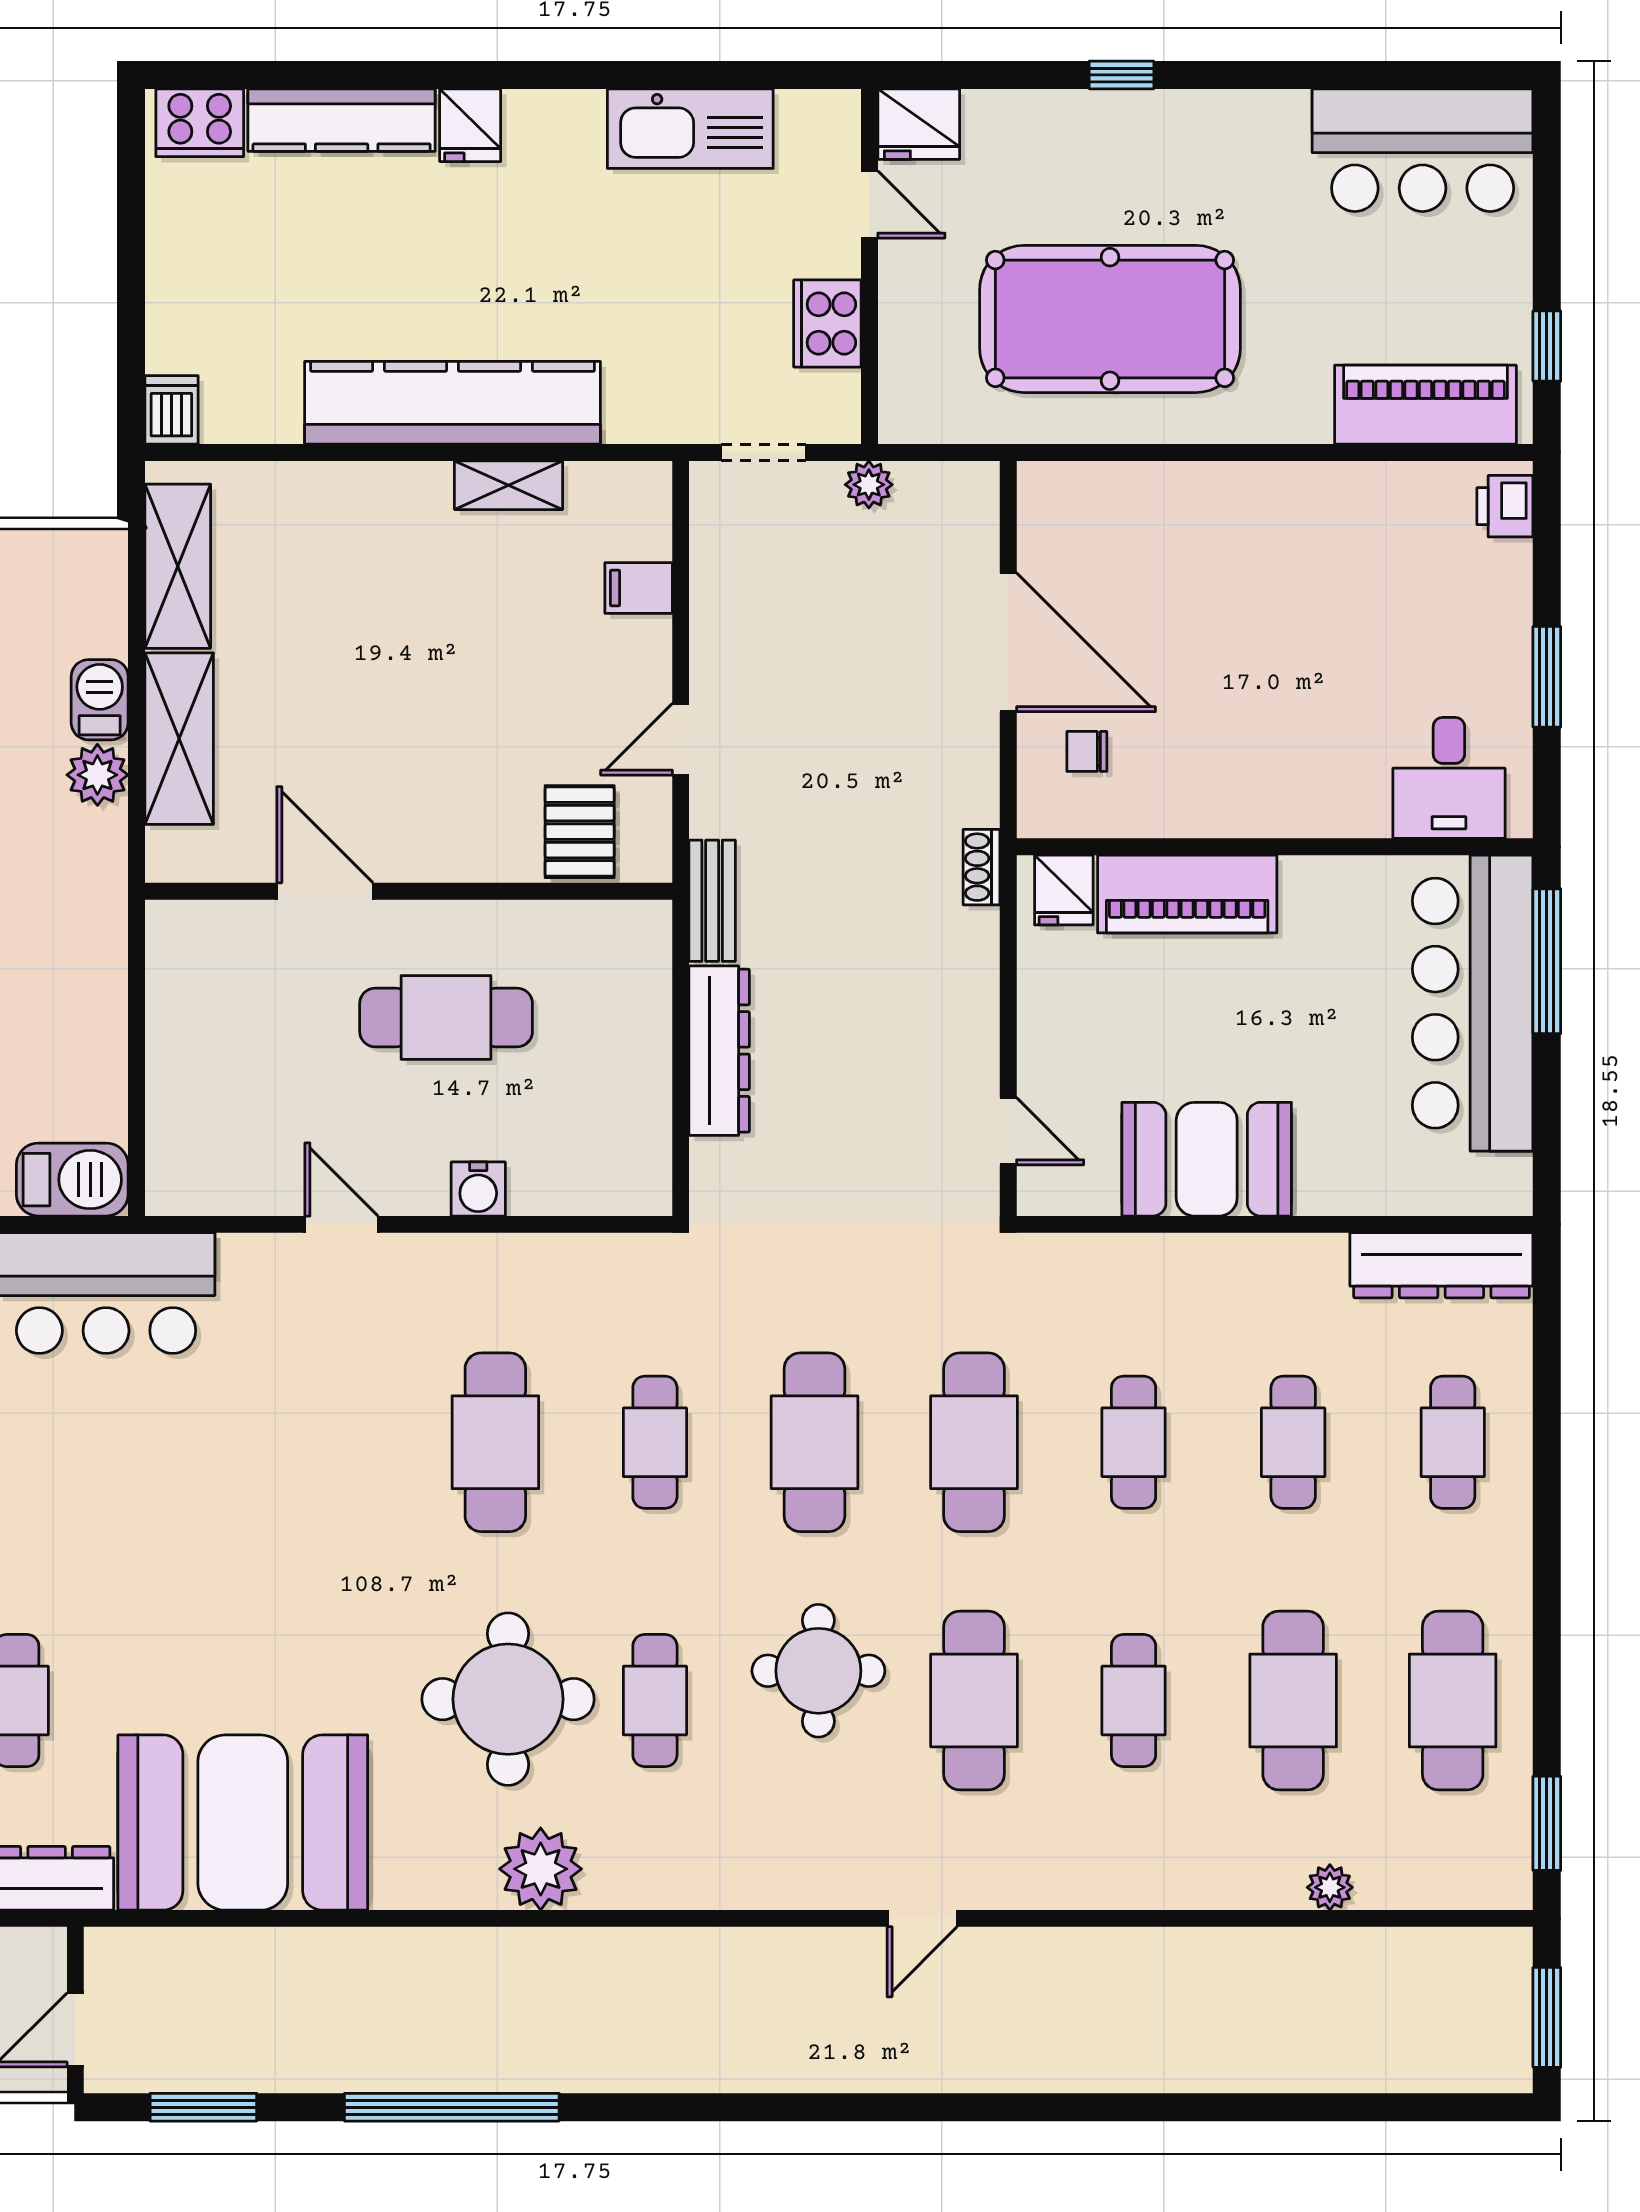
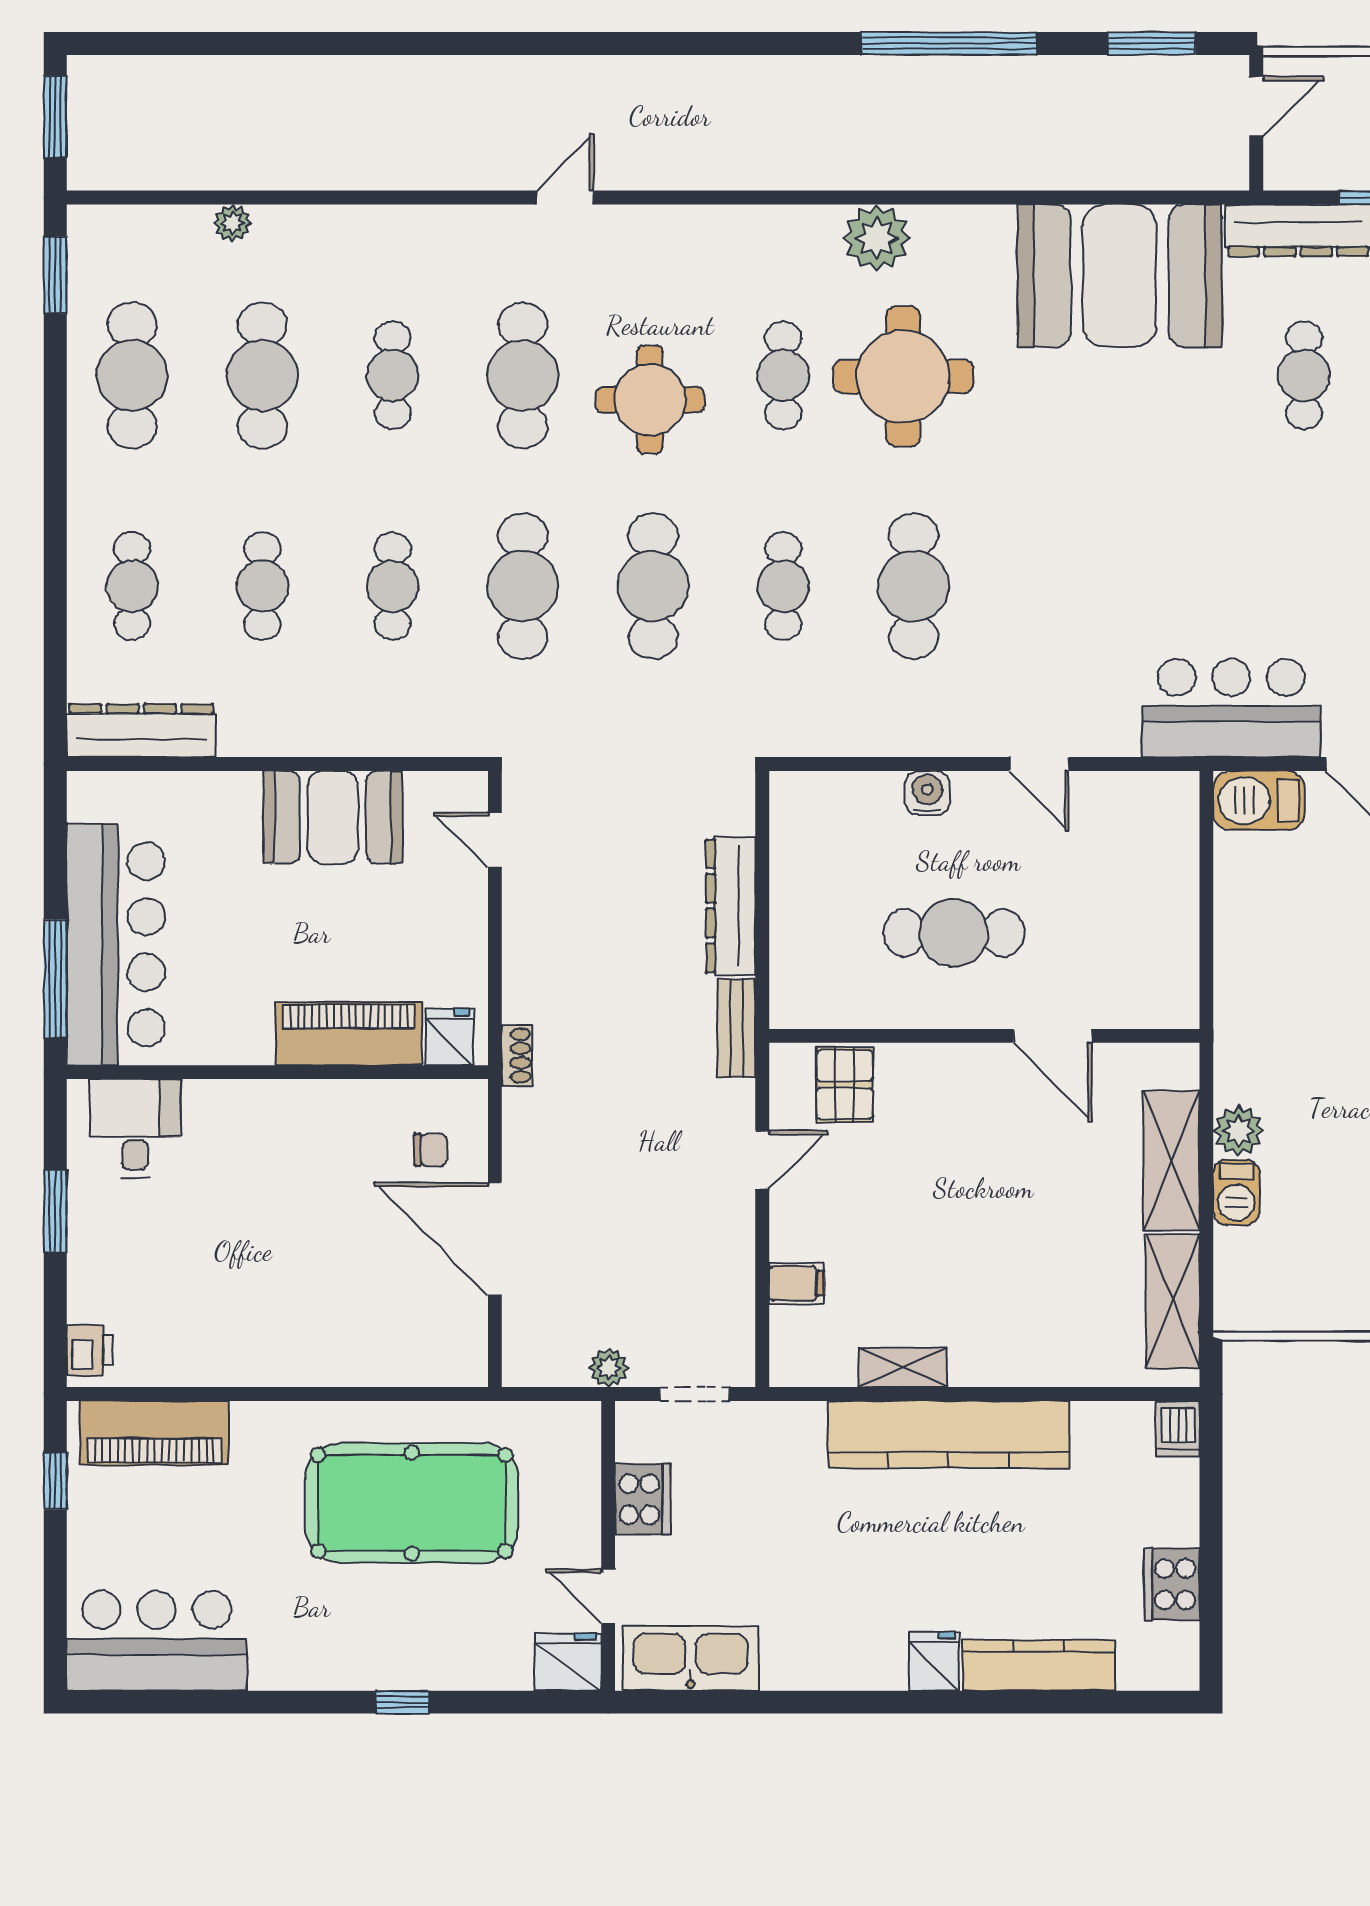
cooker: (200, 123) -> (1172, 1584), moved, turned -90
kitchen sink: (690, 129) -> (691, 1658), moved

